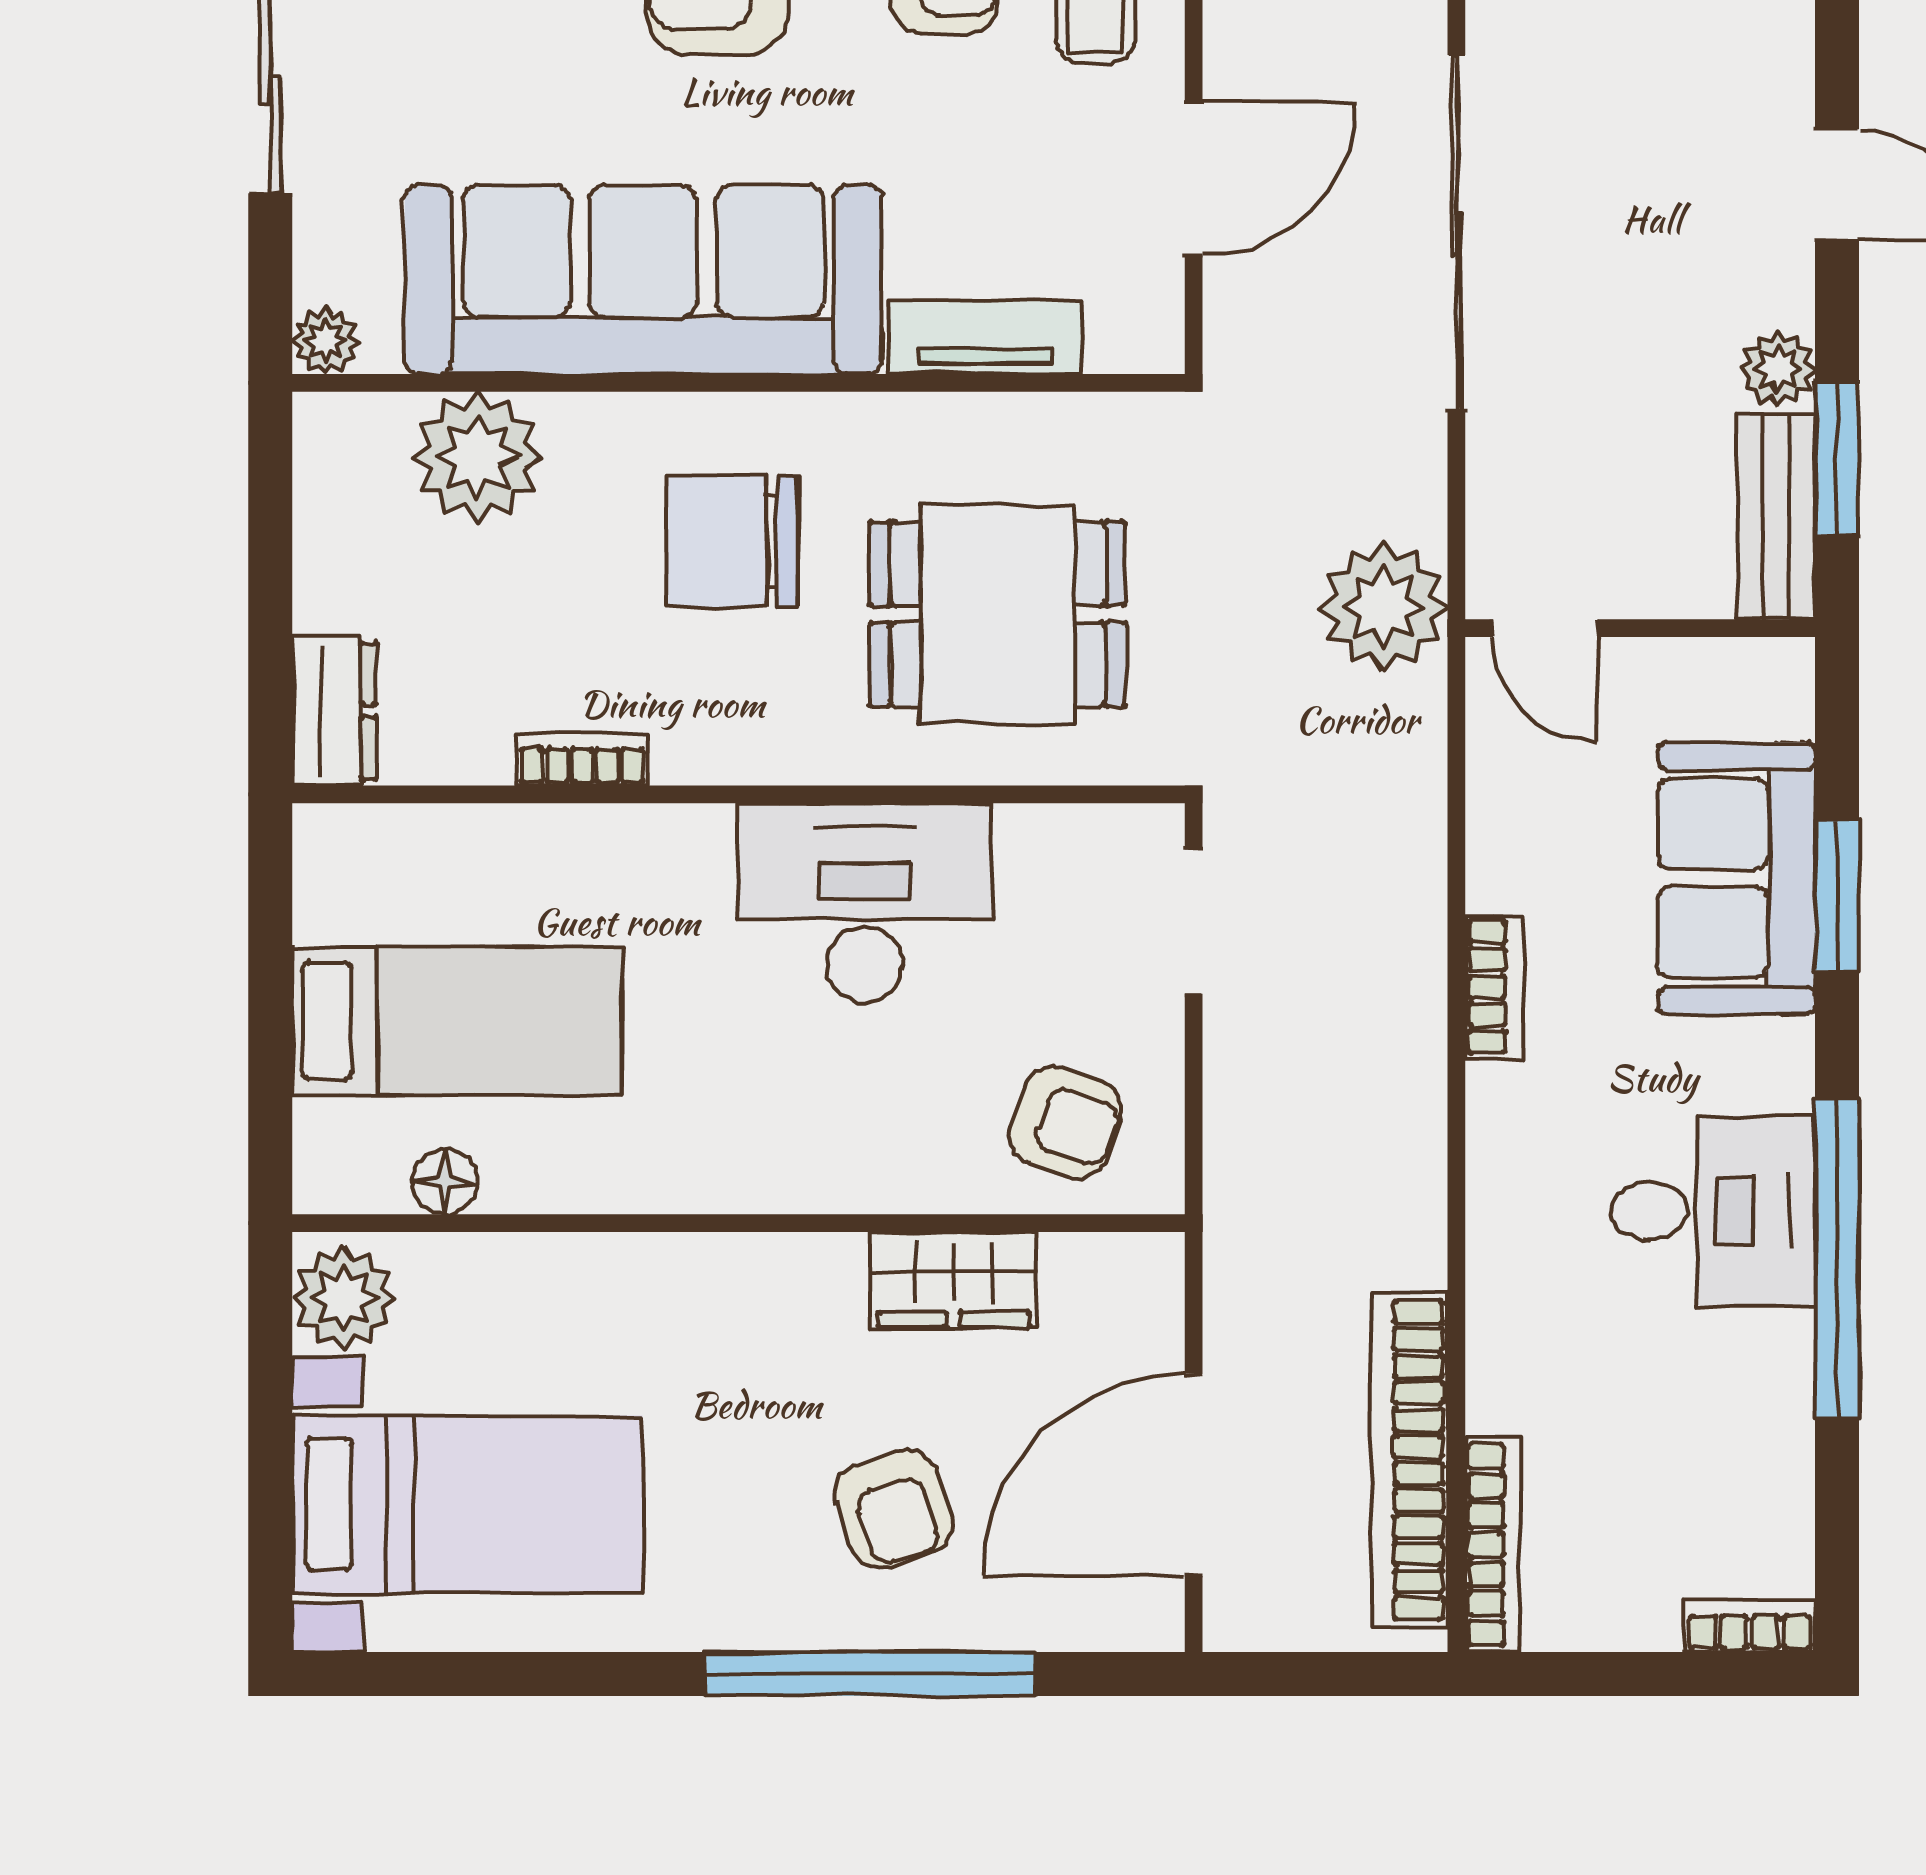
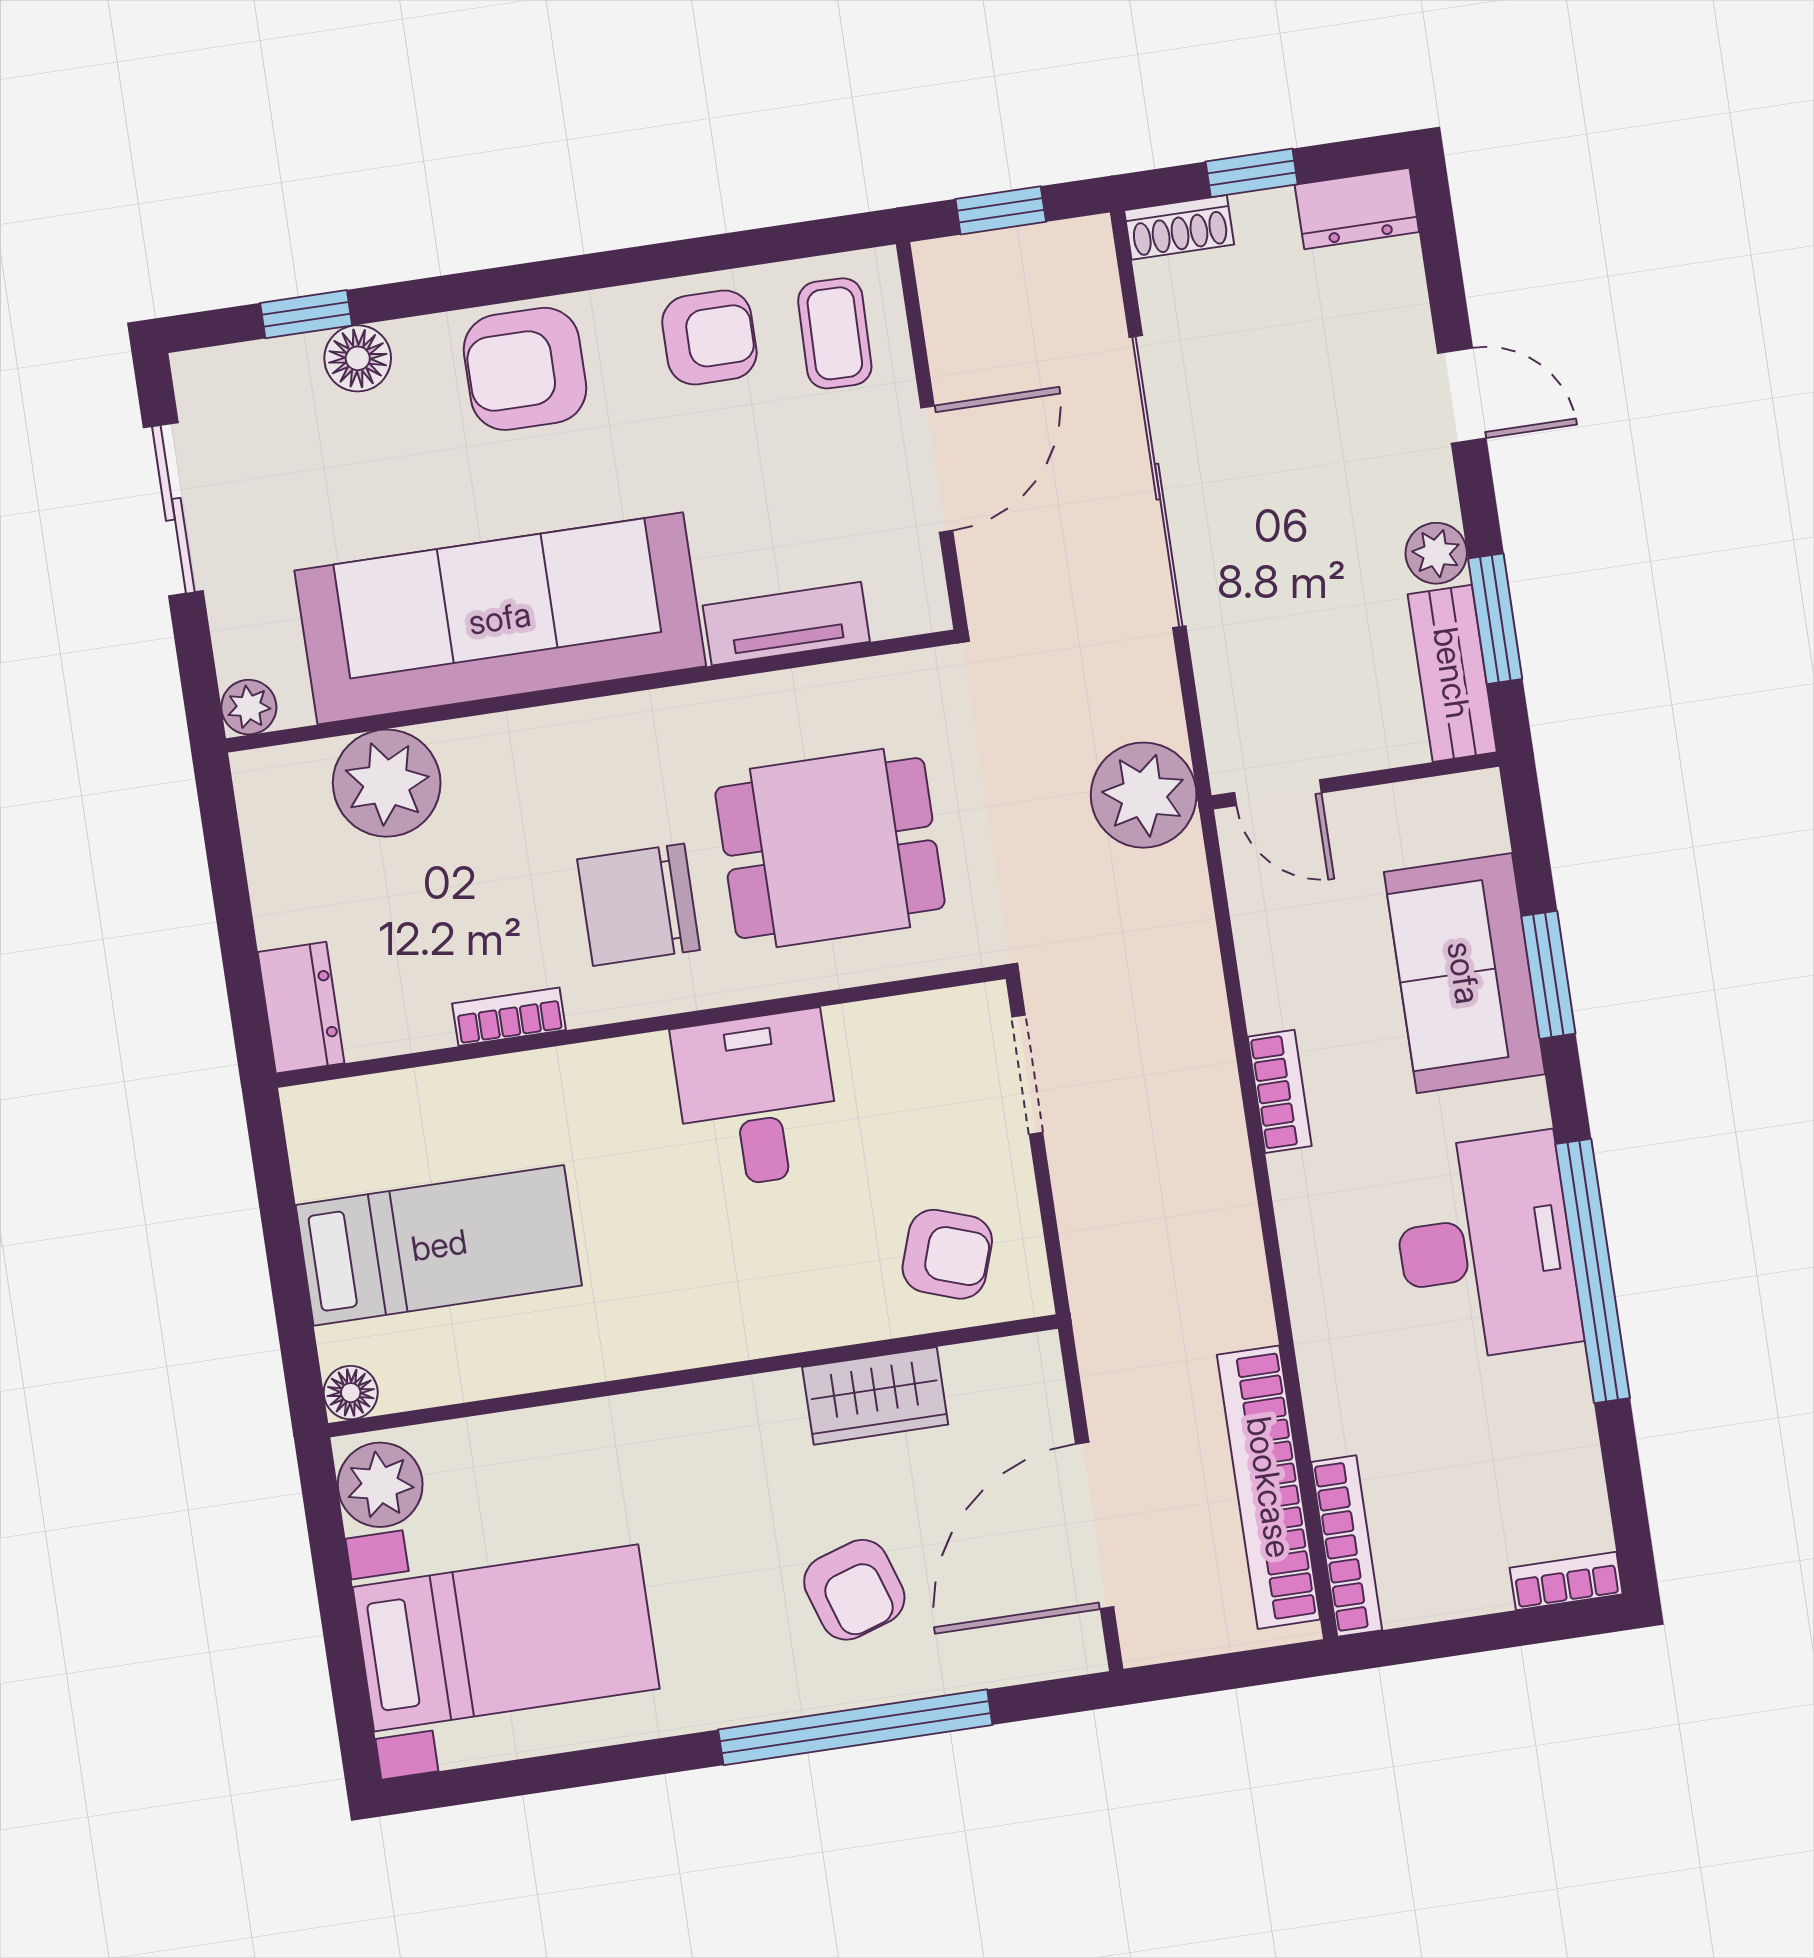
chair: (732, 541) -> (639, 905), moved
desk: (865, 903) -> (757, 1099), width x0.73
floor lamp: (445, 1182) -> (351, 1393), moved
desk: (1713, 1211) -> (1485, 1247), width x1.37

